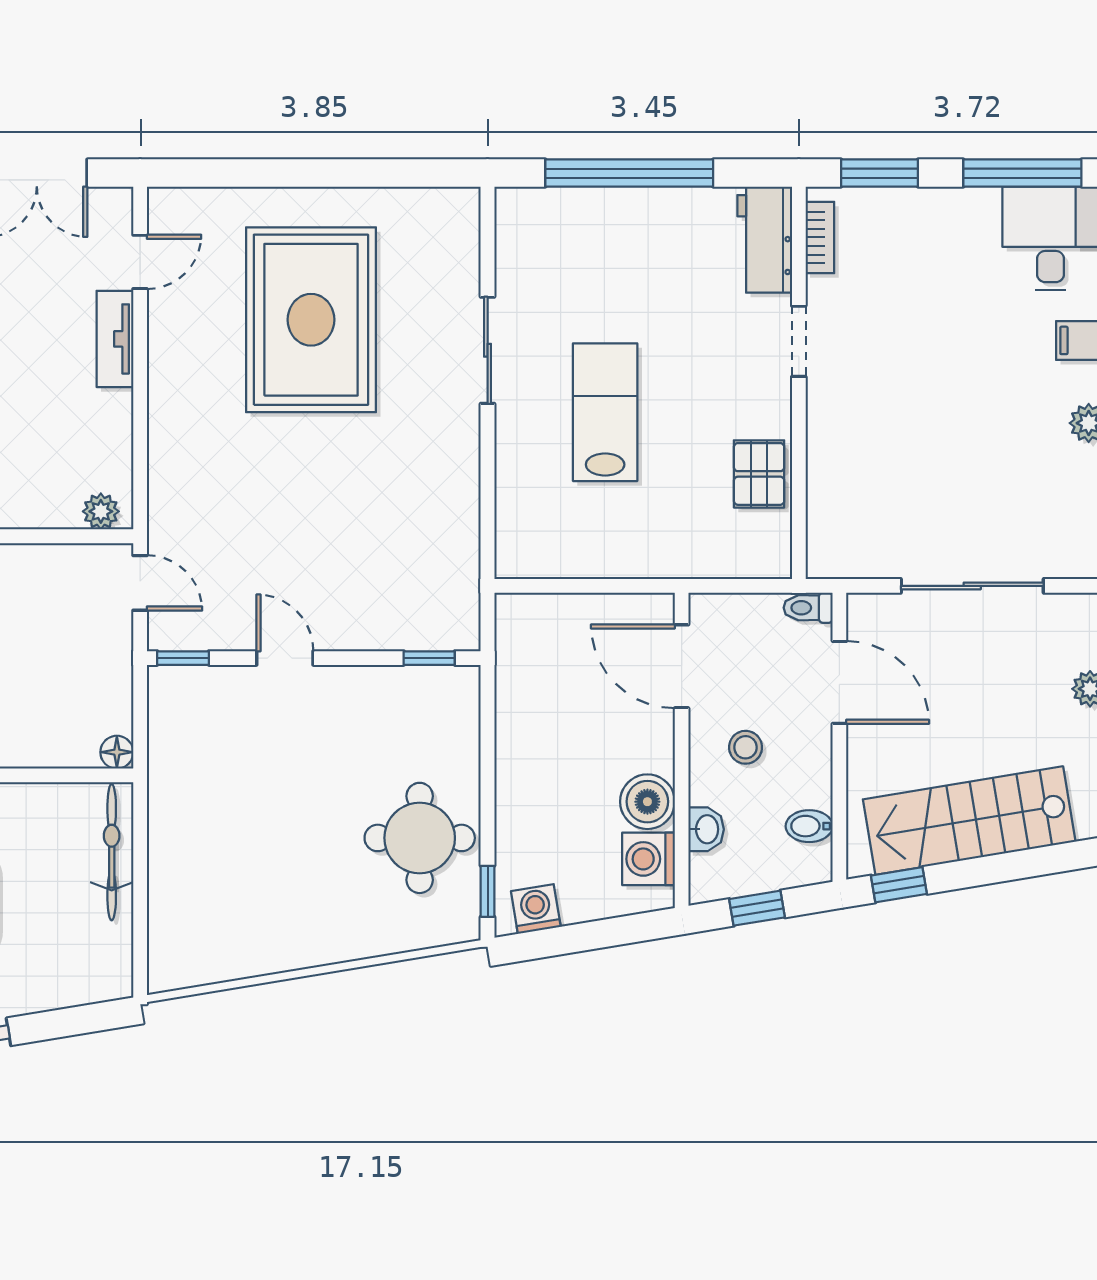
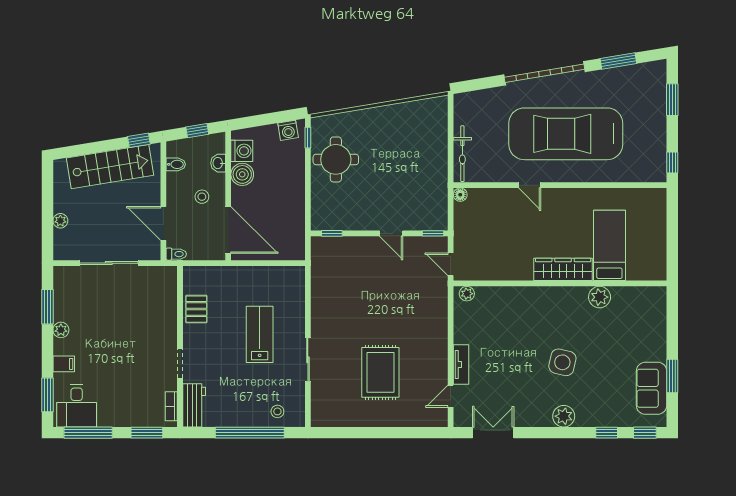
stool: (562, 225) -> (277, 411), added
rug: (311, 320) -> (380, 372), width x0.73, depth x0.69
lab bench: (605, 412) -> (260, 334), turned 180
door: (682, 666) -> (228, 230), width x1.36

